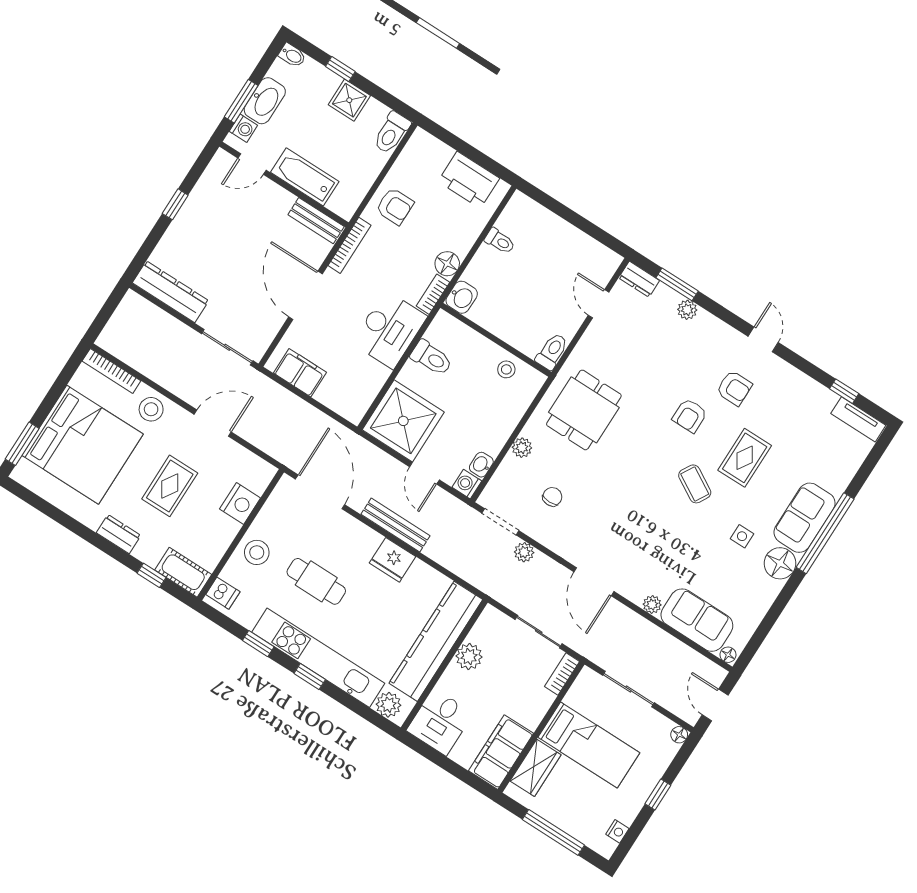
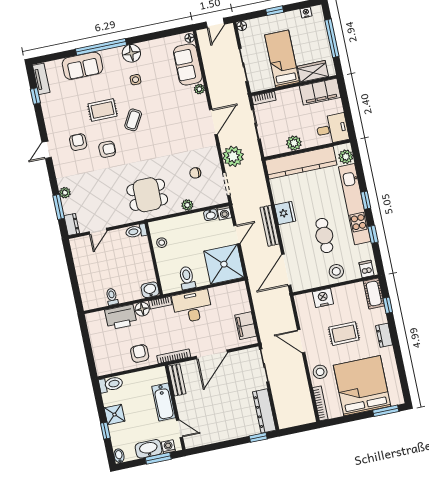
printer: (469, 180) -> (121, 317), moved, turned 90
window: (175, 204) -> (258, 437), moved
sofa: (805, 518) -> (82, 66), moved
plant: (524, 552) -> (233, 156), width x1.88, depth x1.88

